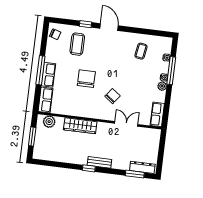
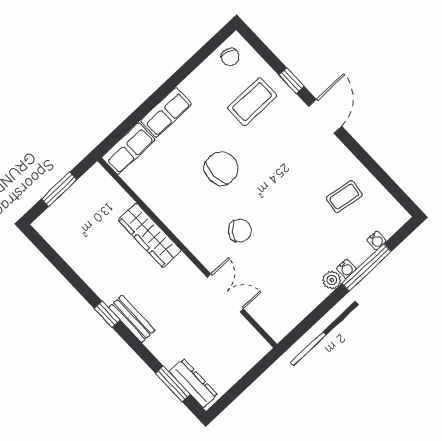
window: (40, 70) -> (159, 95), removed
row of seats: (157, 114) -> (287, 319), removed
plant: (49, 122) -> (106, 188), removed

